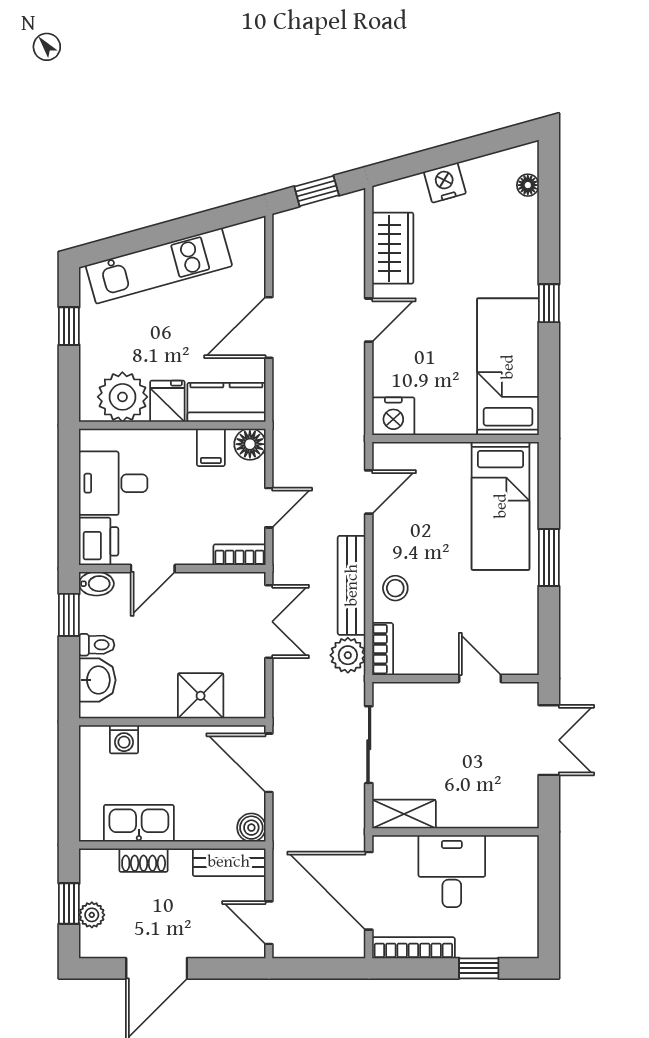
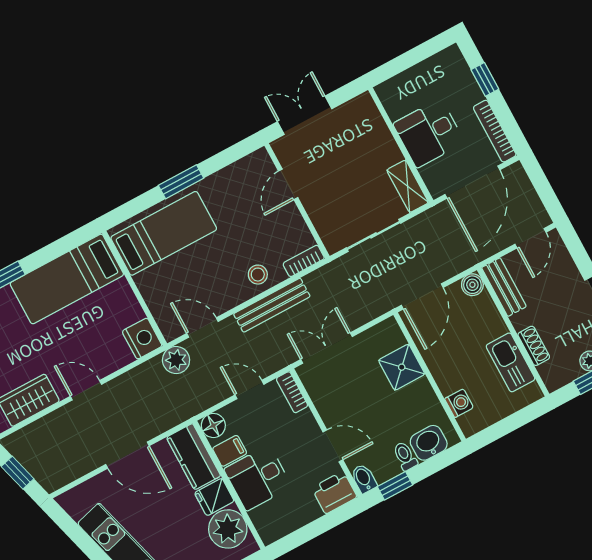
desk: (113, 483) -> (258, 478), moved, turned 90
plant: (348, 655) -> (176, 360), moved

